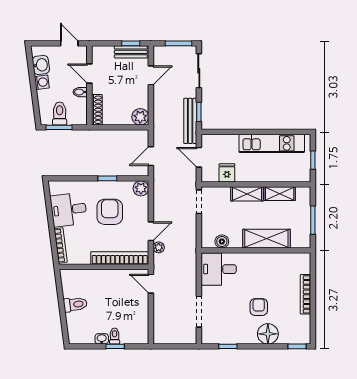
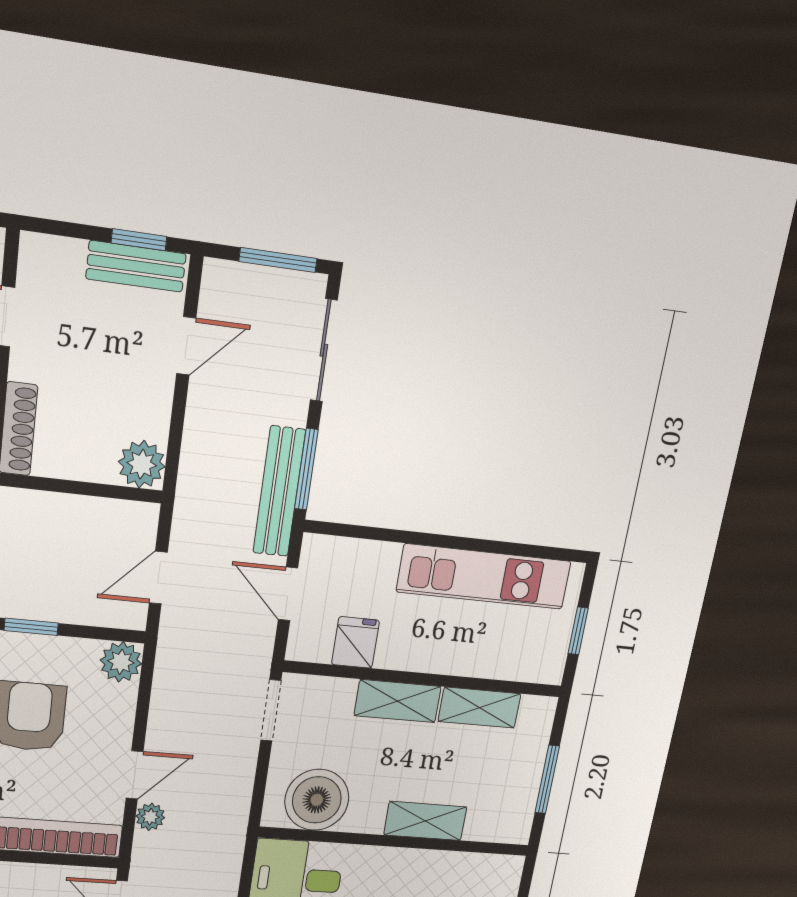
window: (199, 112) -> (306, 469), width x1.50
shelving: (266, 239) -> (425, 821), width x0.67, depth x0.75
boiler: (222, 241) -> (317, 800), width x1.86, depth x1.86

